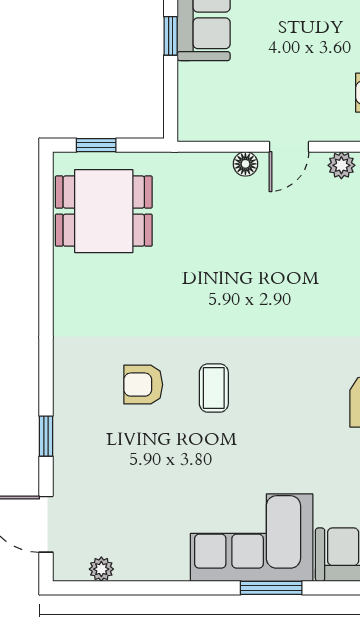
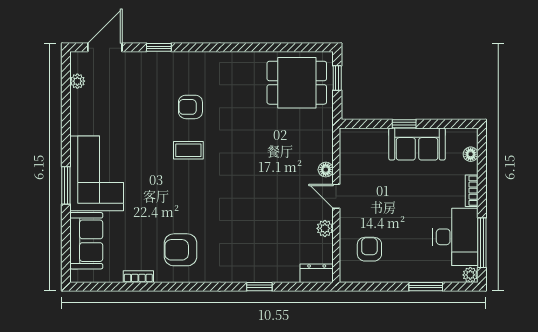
dining table: (104, 211) -> (297, 83), turned 90
armchair: (143, 385) -> (190, 107), turned -90

